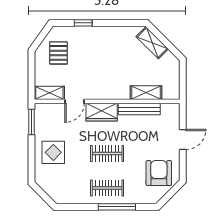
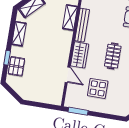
pallet: (58, 53) -> (16, 66), moved, turned 90
shelving: (49, 93) -> (19, 34), moved
display table: (53, 152) -> (98, 88), moved

